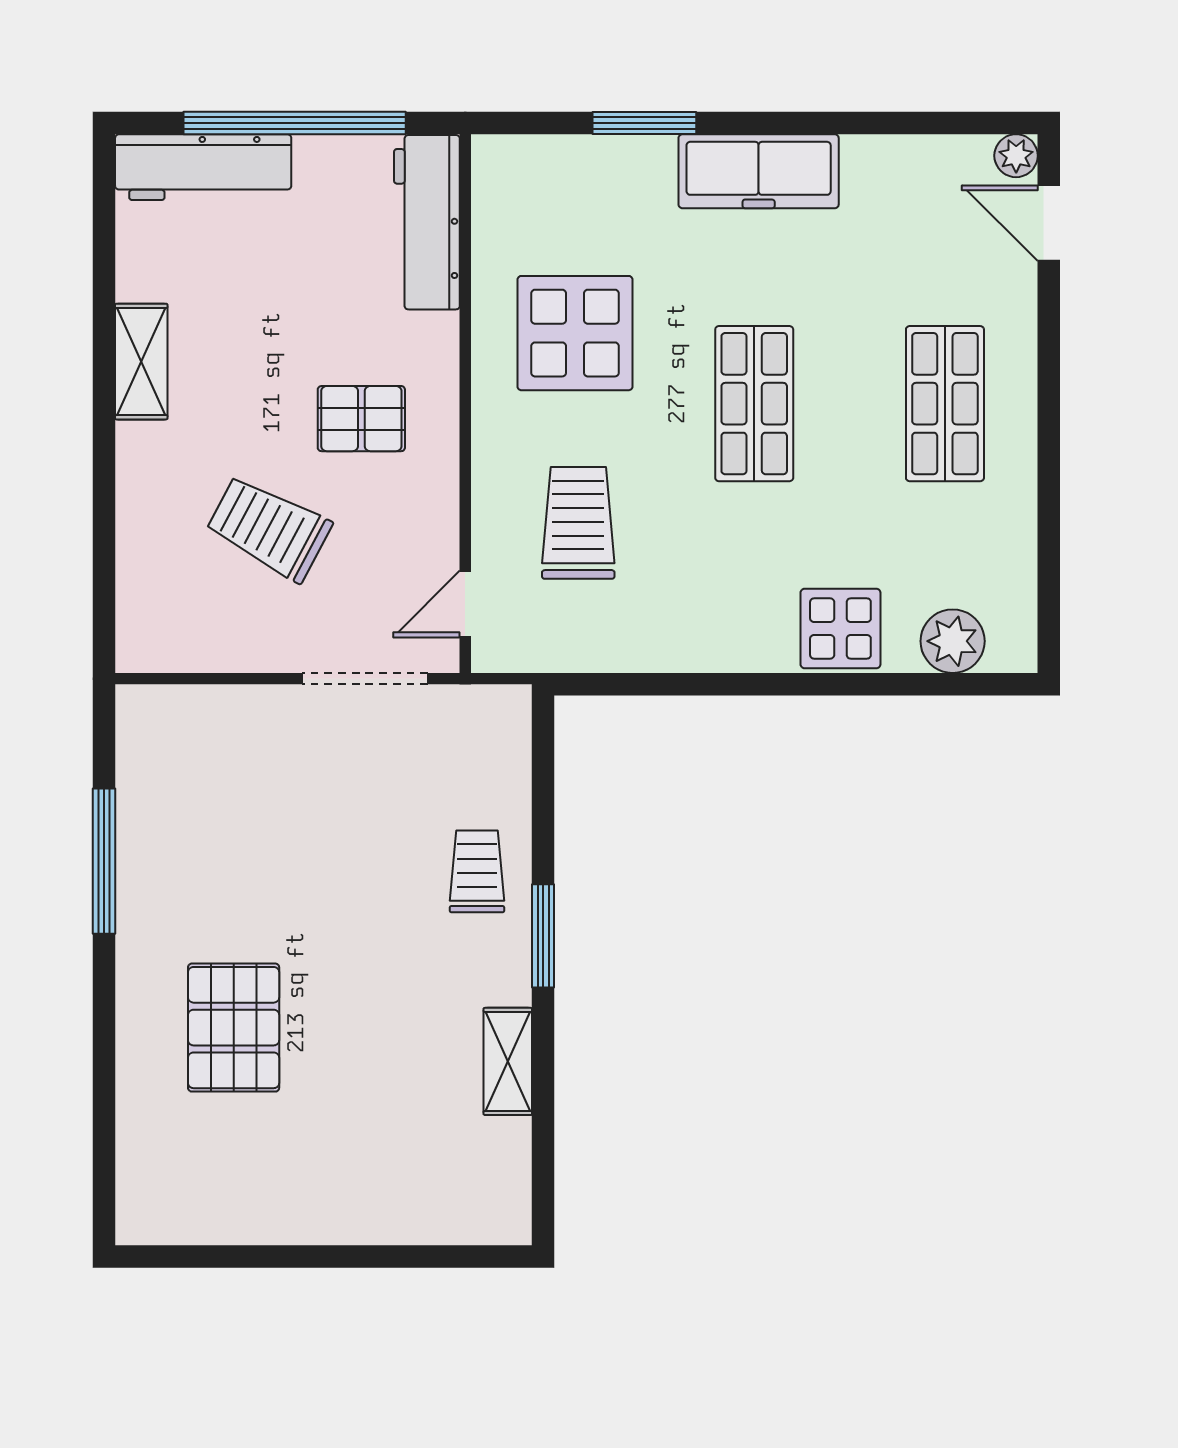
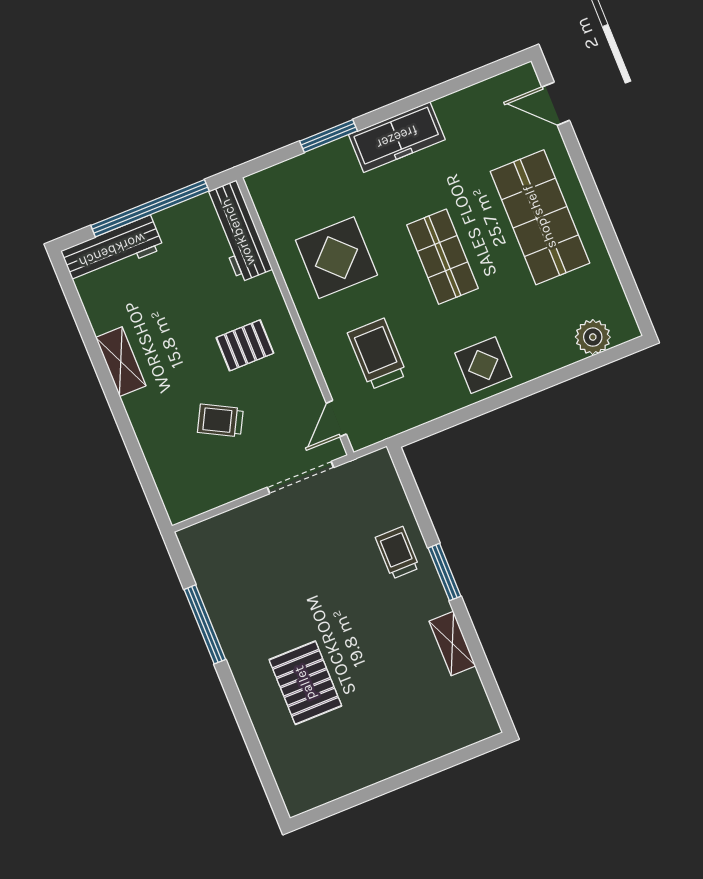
plant: (1016, 156) -> (525, 76), removed
shop shelf: (945, 404) -> (540, 217), width x1.43, depth x1.36
trolley: (269, 528) -> (220, 420), width x0.73, depth x0.72
display table: (840, 628) -> (483, 365), moved

